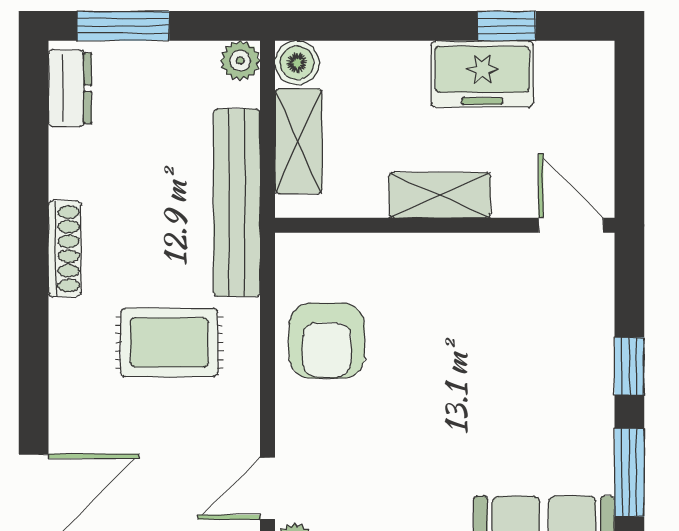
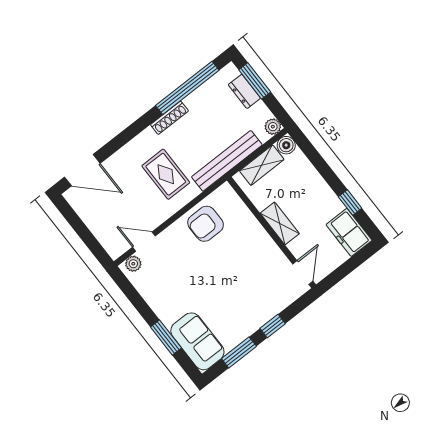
freezer: (482, 74) -> (349, 232), moved
dresser: (70, 88) -> (244, 91), moved, turned 90
window: (34, 168) -> (187, 88), added

